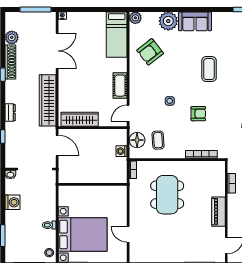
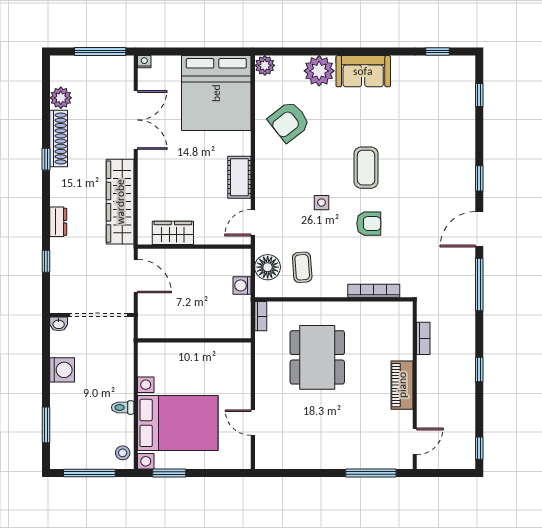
bed: (117, 35) -> (216, 93), width x2.04
coffee table: (209, 69) -> (366, 168), moved
wardrobe: (80, 119) -> (173, 233), width x0.67

